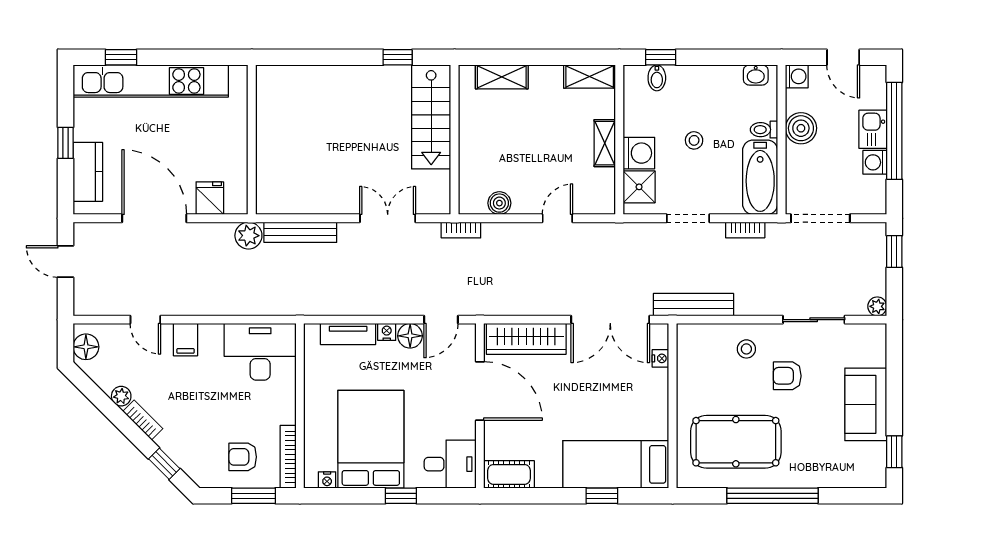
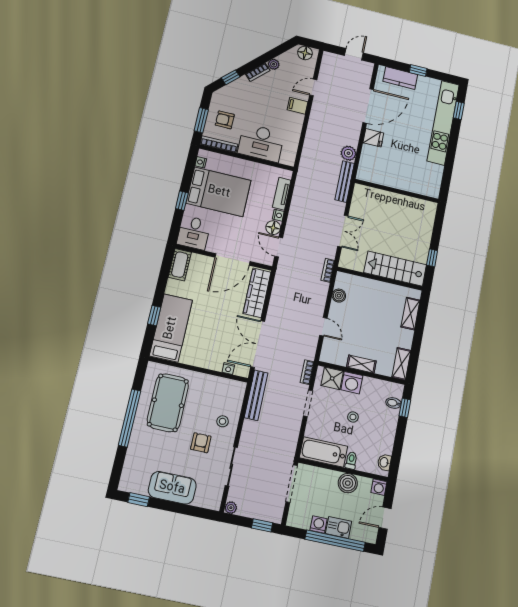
wall: (252, 140) -> (397, 191), moved
bookcase: (745, 230) -> (307, 372), moved
desk: (260, 352) -> (261, 143), moved, turned 90
armchair: (243, 457) -> (225, 120), turned -90

